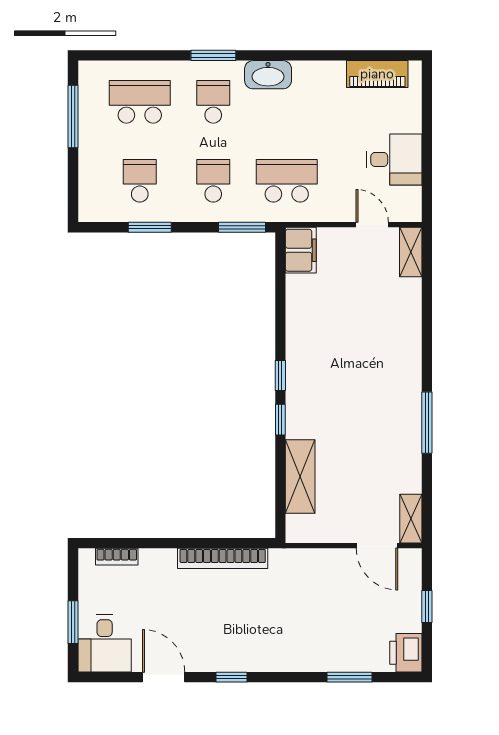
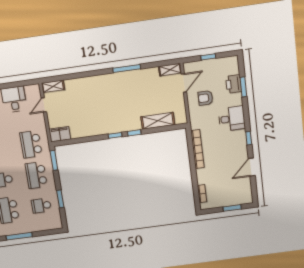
school desk: (213, 181) -> (36, 175), width x1.85
armchair: (337, 590) -> (205, 98), added
desk: (105, 644) -> (232, 119), moved
printer: (406, 653) -> (234, 84), moved, turned 90

